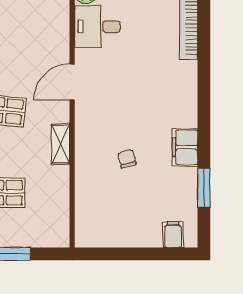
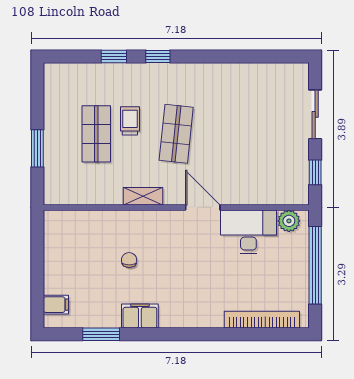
desk: (97, 27) -> (248, 232), width x1.37
chair: (127, 159) -> (129, 260), turned -74

